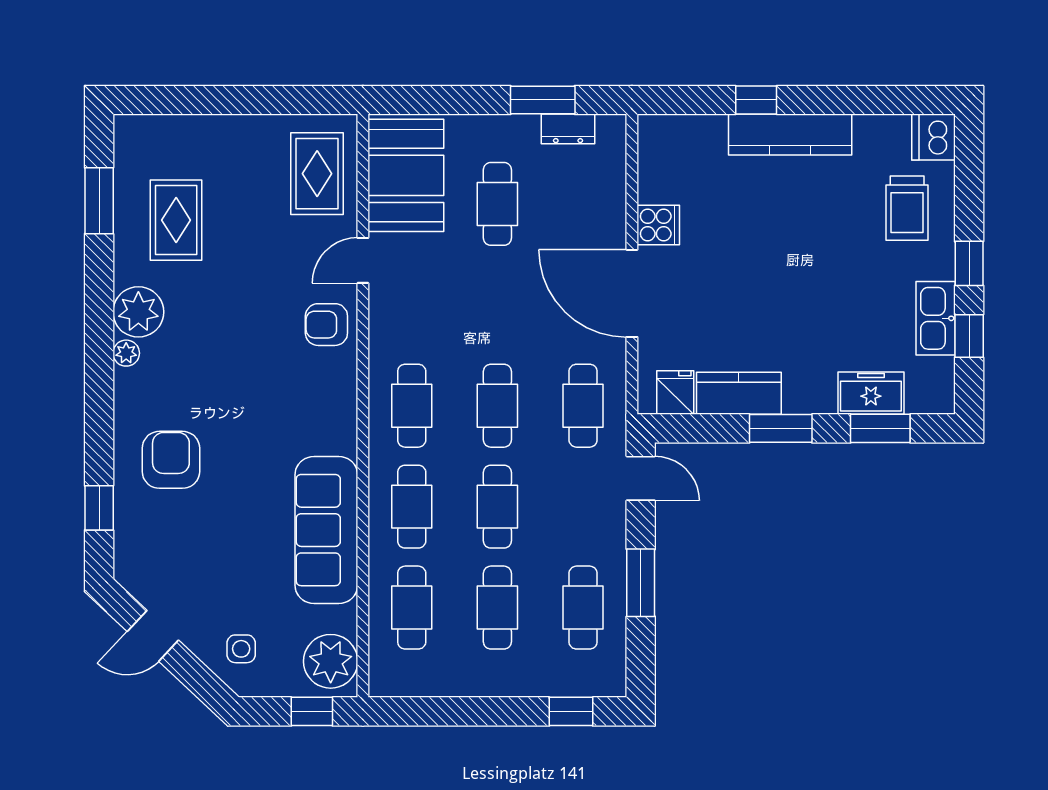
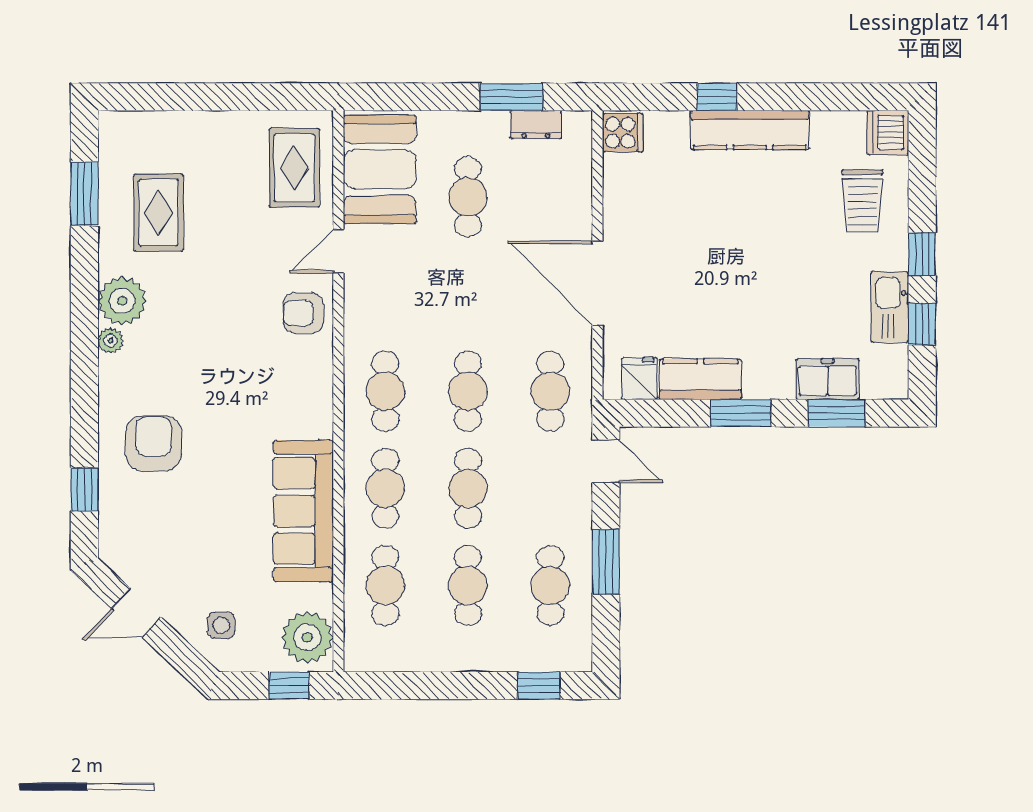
cooker: (658, 225) -> (623, 133), moved

